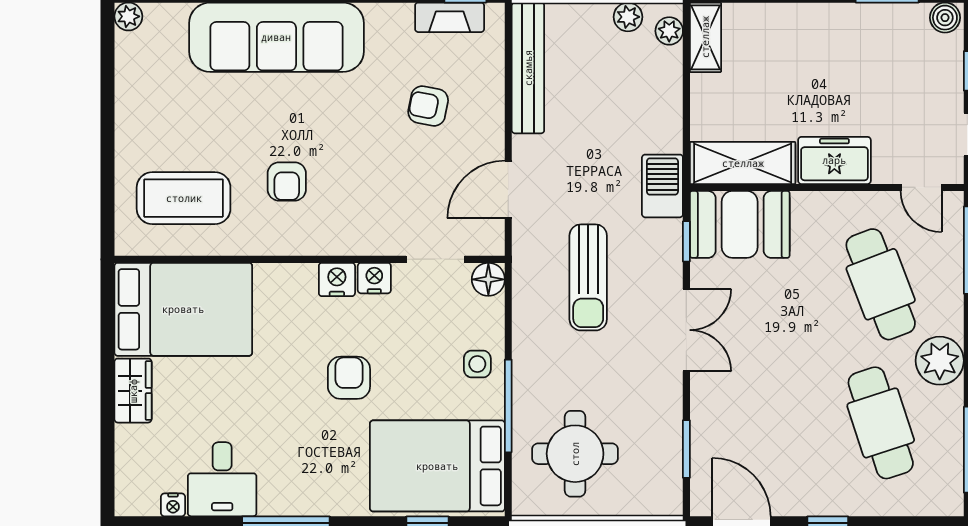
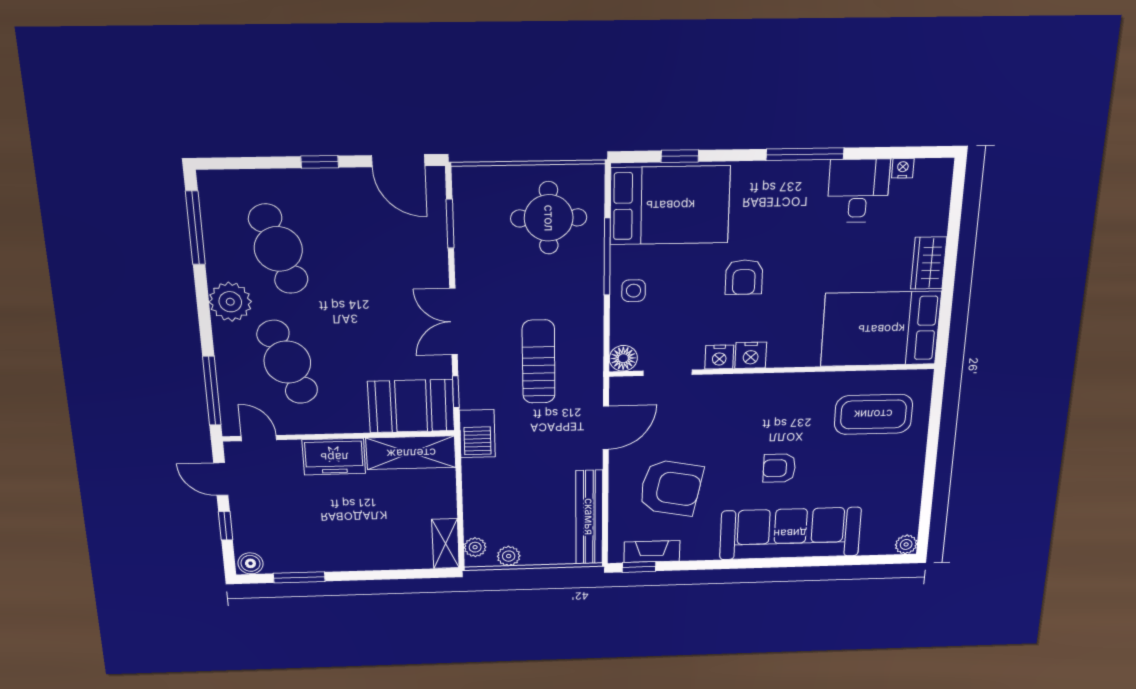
armchair: (428, 106) -> (671, 488), width x1.88, depth x1.88
armchair: (287, 181) -> (779, 468), moved, turned -90

